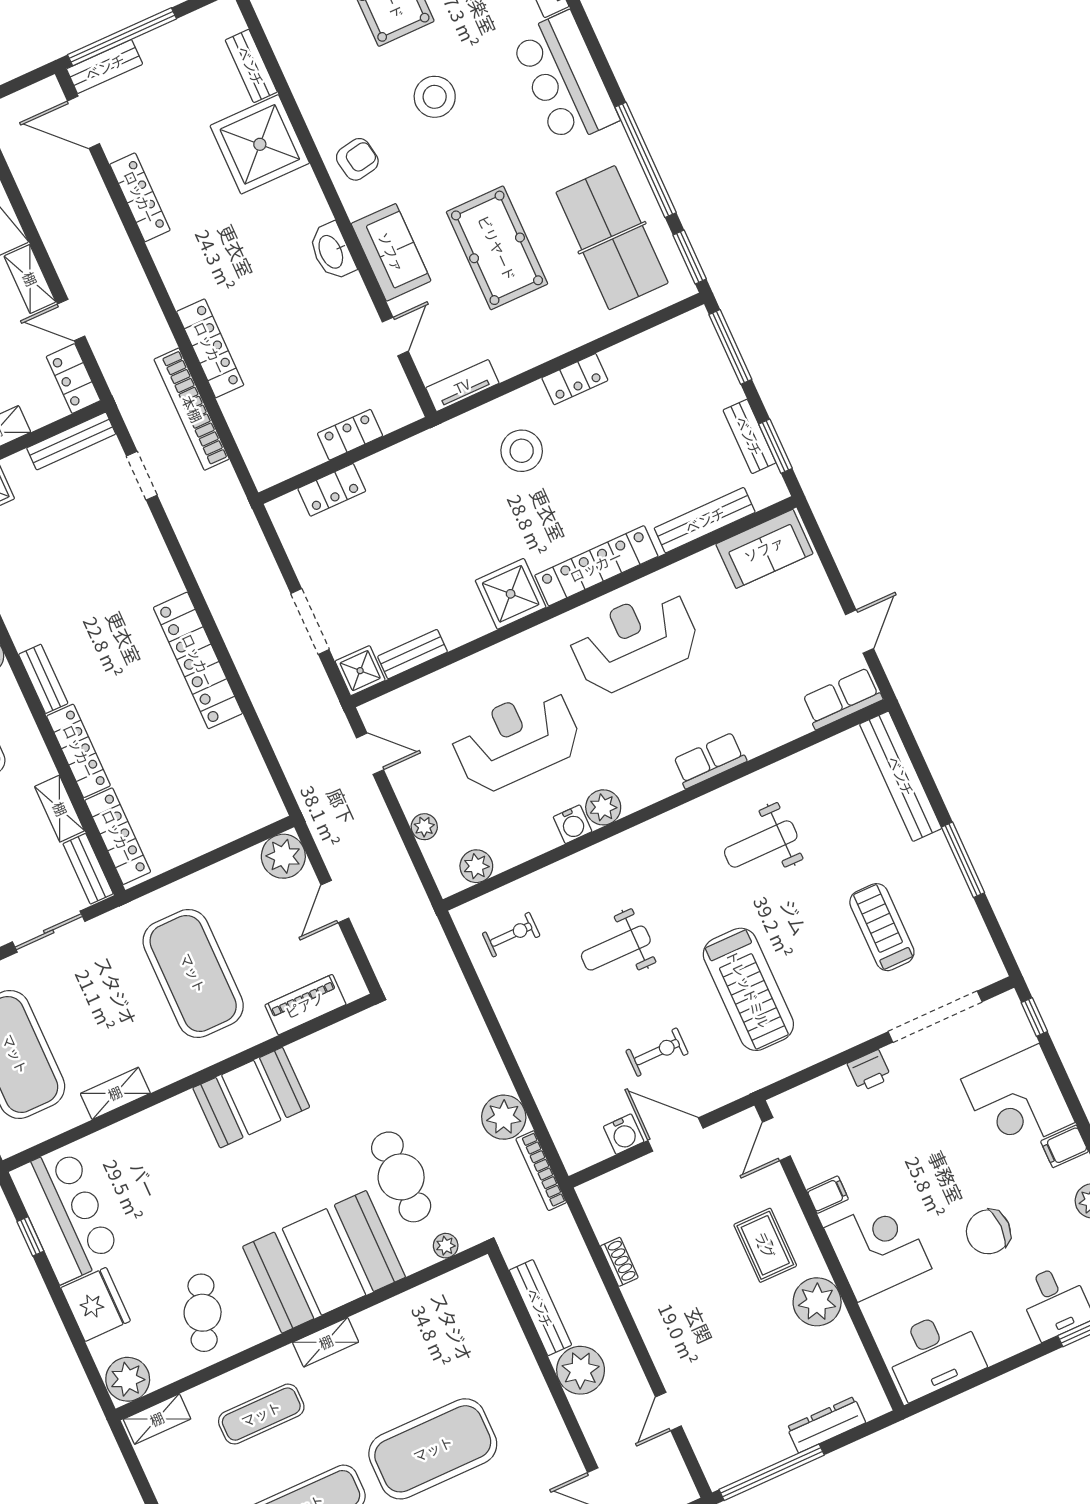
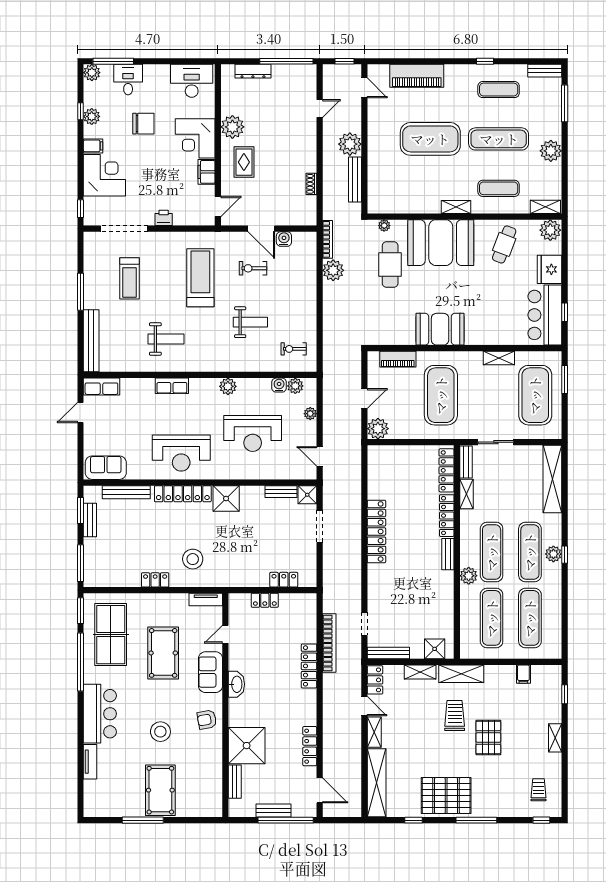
bench: (105, 67) -> (274, 811), moved
water cooler: (573, 824) -> (279, 385), moved
filing cabinet: (828, 1195) -> (207, 172), width x2.00

